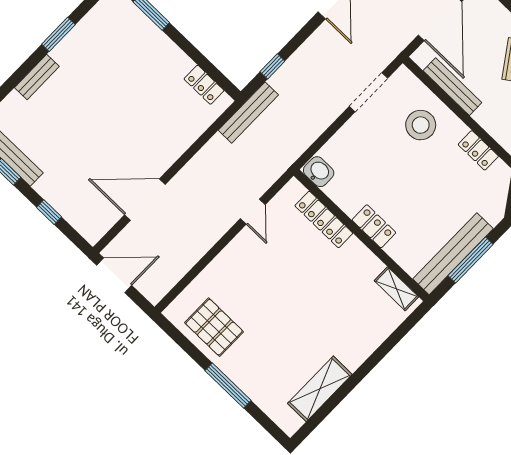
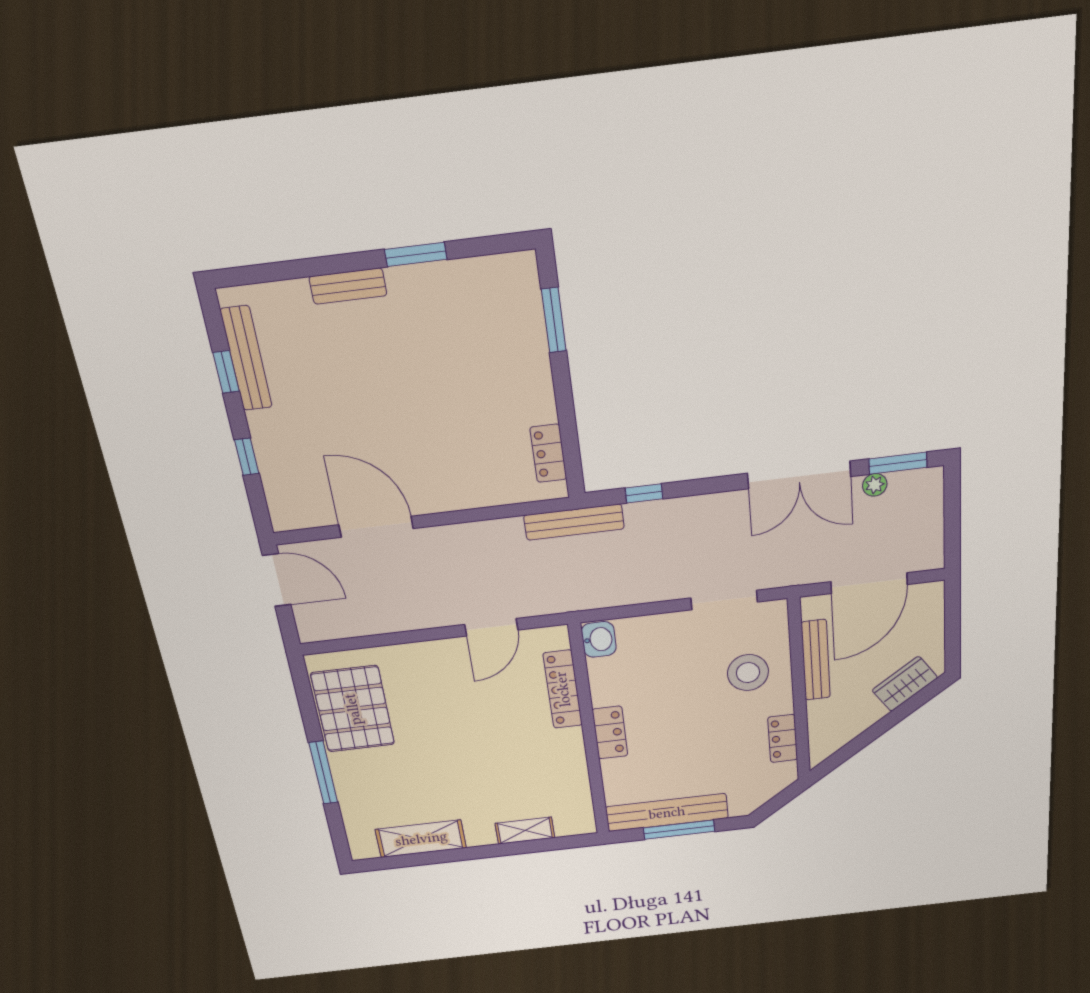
door: (253, 212) -> (491, 627), width x1.38
shelving: (396, 289) -> (525, 831), moved, turned 90
pallet: (214, 327) -> (353, 709), width x1.37, depth x1.41

